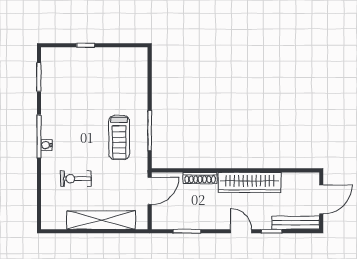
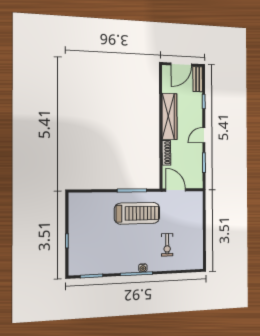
treadmill: (119, 137) -> (137, 213), width x1.37, depth x1.38
door: (321, 199) -> (181, 64), swing flipped
shelving: (101, 220) -> (196, 225), removed
bench: (296, 223) -> (198, 79), width x0.73
door: (241, 231) -> (204, 135), moved

